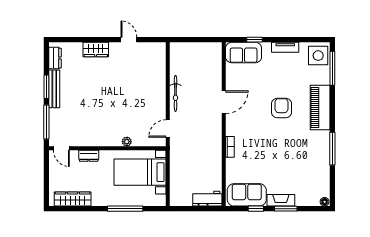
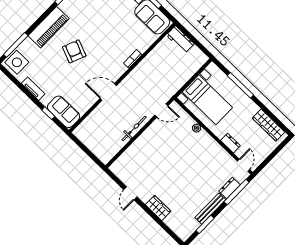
dresser: (55, 58) -> (229, 188), moved
window: (46, 87) -> (205, 224), moved
armchair: (282, 108) -> (74, 51), turned 112

